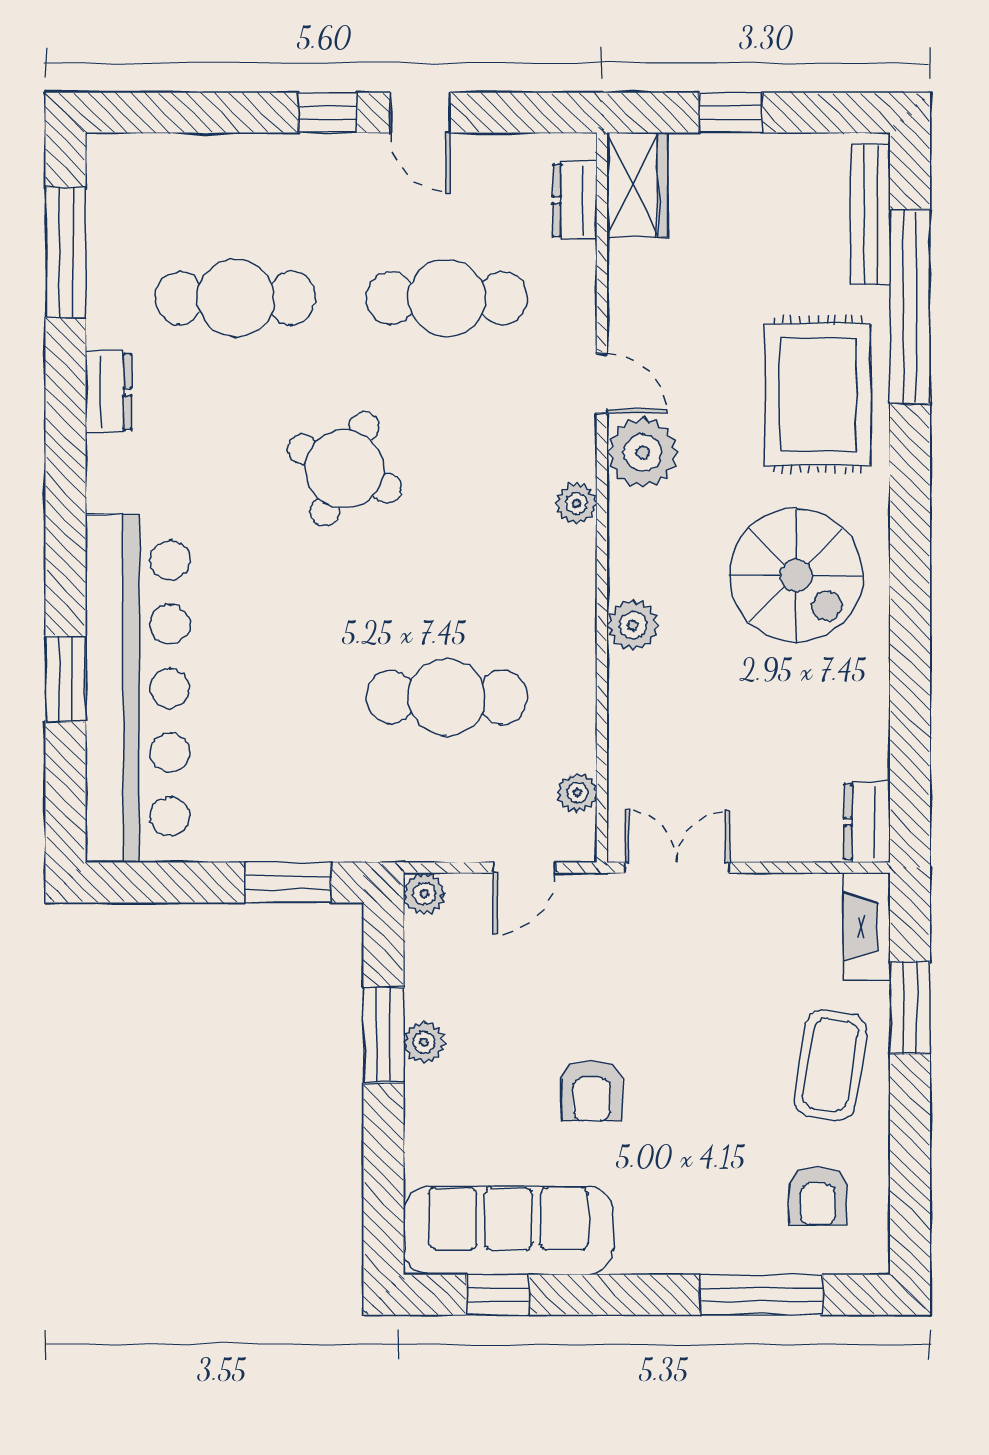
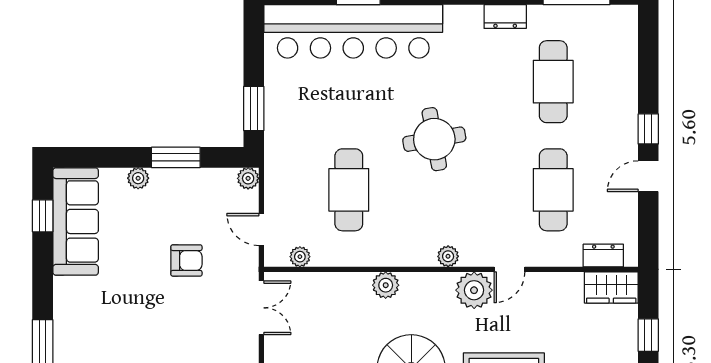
round table: (345, 469) -> (434, 139), moved, turned -35
plant: (424, 1042) -> (138, 178), moved
armchair: (592, 1091) -> (186, 260), moved, turned 180

